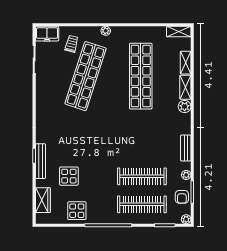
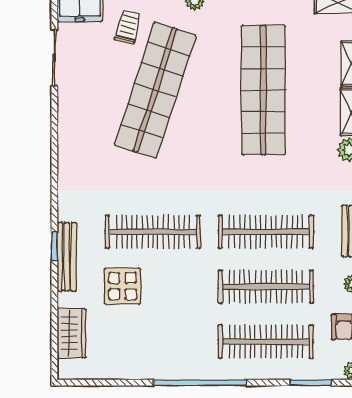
clothes rail: (84, 148) -> (153, 232), added
clothes rail: (142, 148) -> (266, 232), added
display table: (77, 211) -> (138, 354), removed

